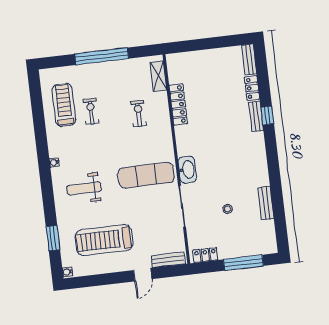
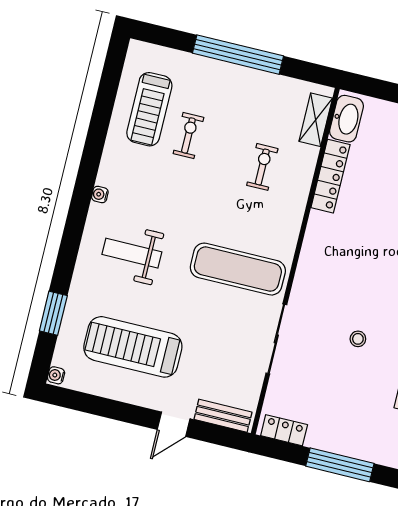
treadmill: (64, 105) -> (149, 109), turned 180
washbasin: (187, 170) -> (347, 119), moved
stool: (228, 209) -> (358, 339), moved

